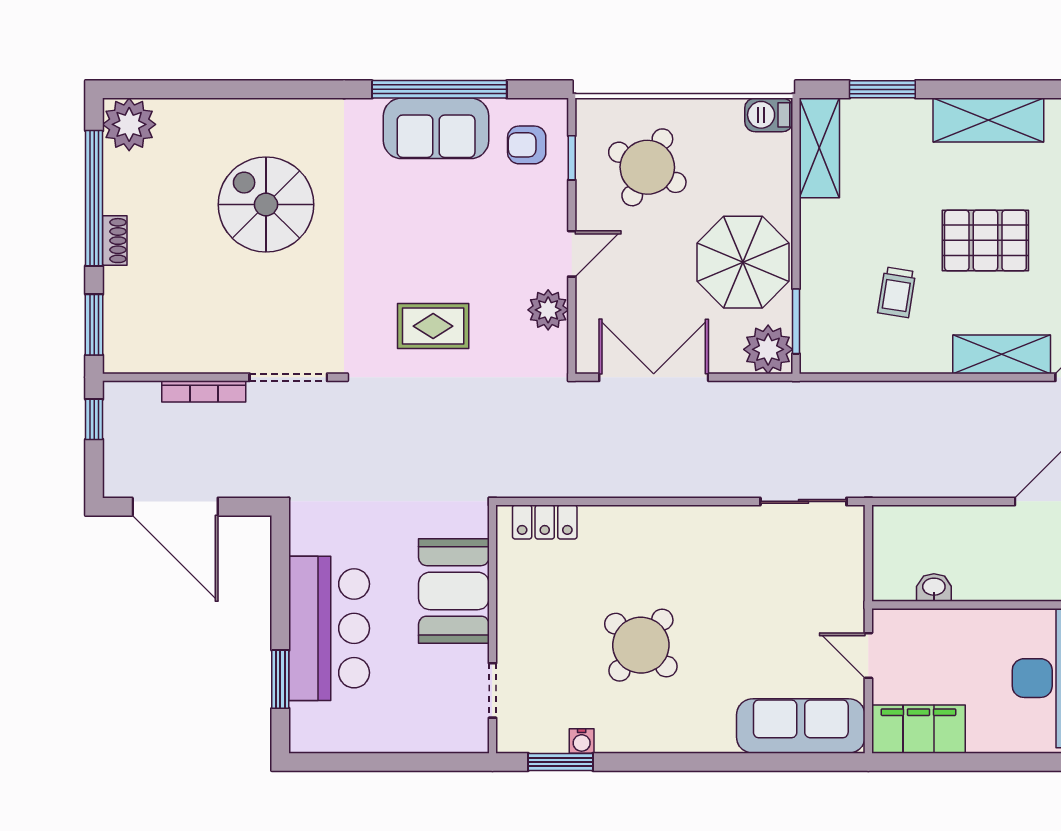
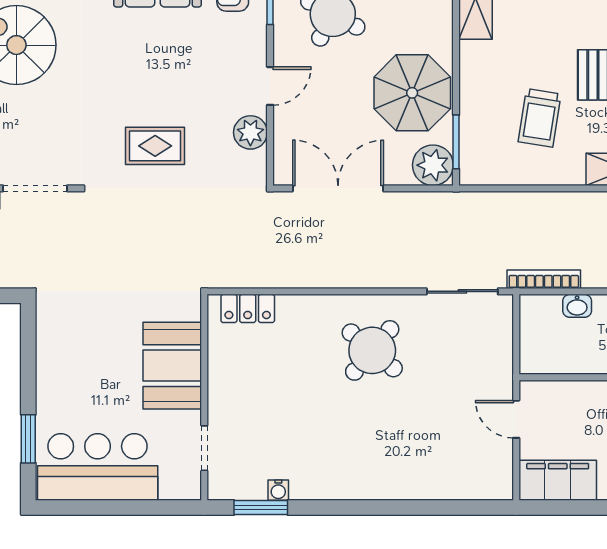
trolley: (897, 292) -> (540, 118), width x1.36, depth x1.39
bookcase: (902, 487) -> (544, 279), added
washbasin: (934, 588) -> (577, 306), moved, turned 180
bar counter: (329, 628) -> (98, 467), moved, turned -90
round table: (641, 645) -> (372, 350), moved
sofa: (801, 726) -> (460, 478), removed

